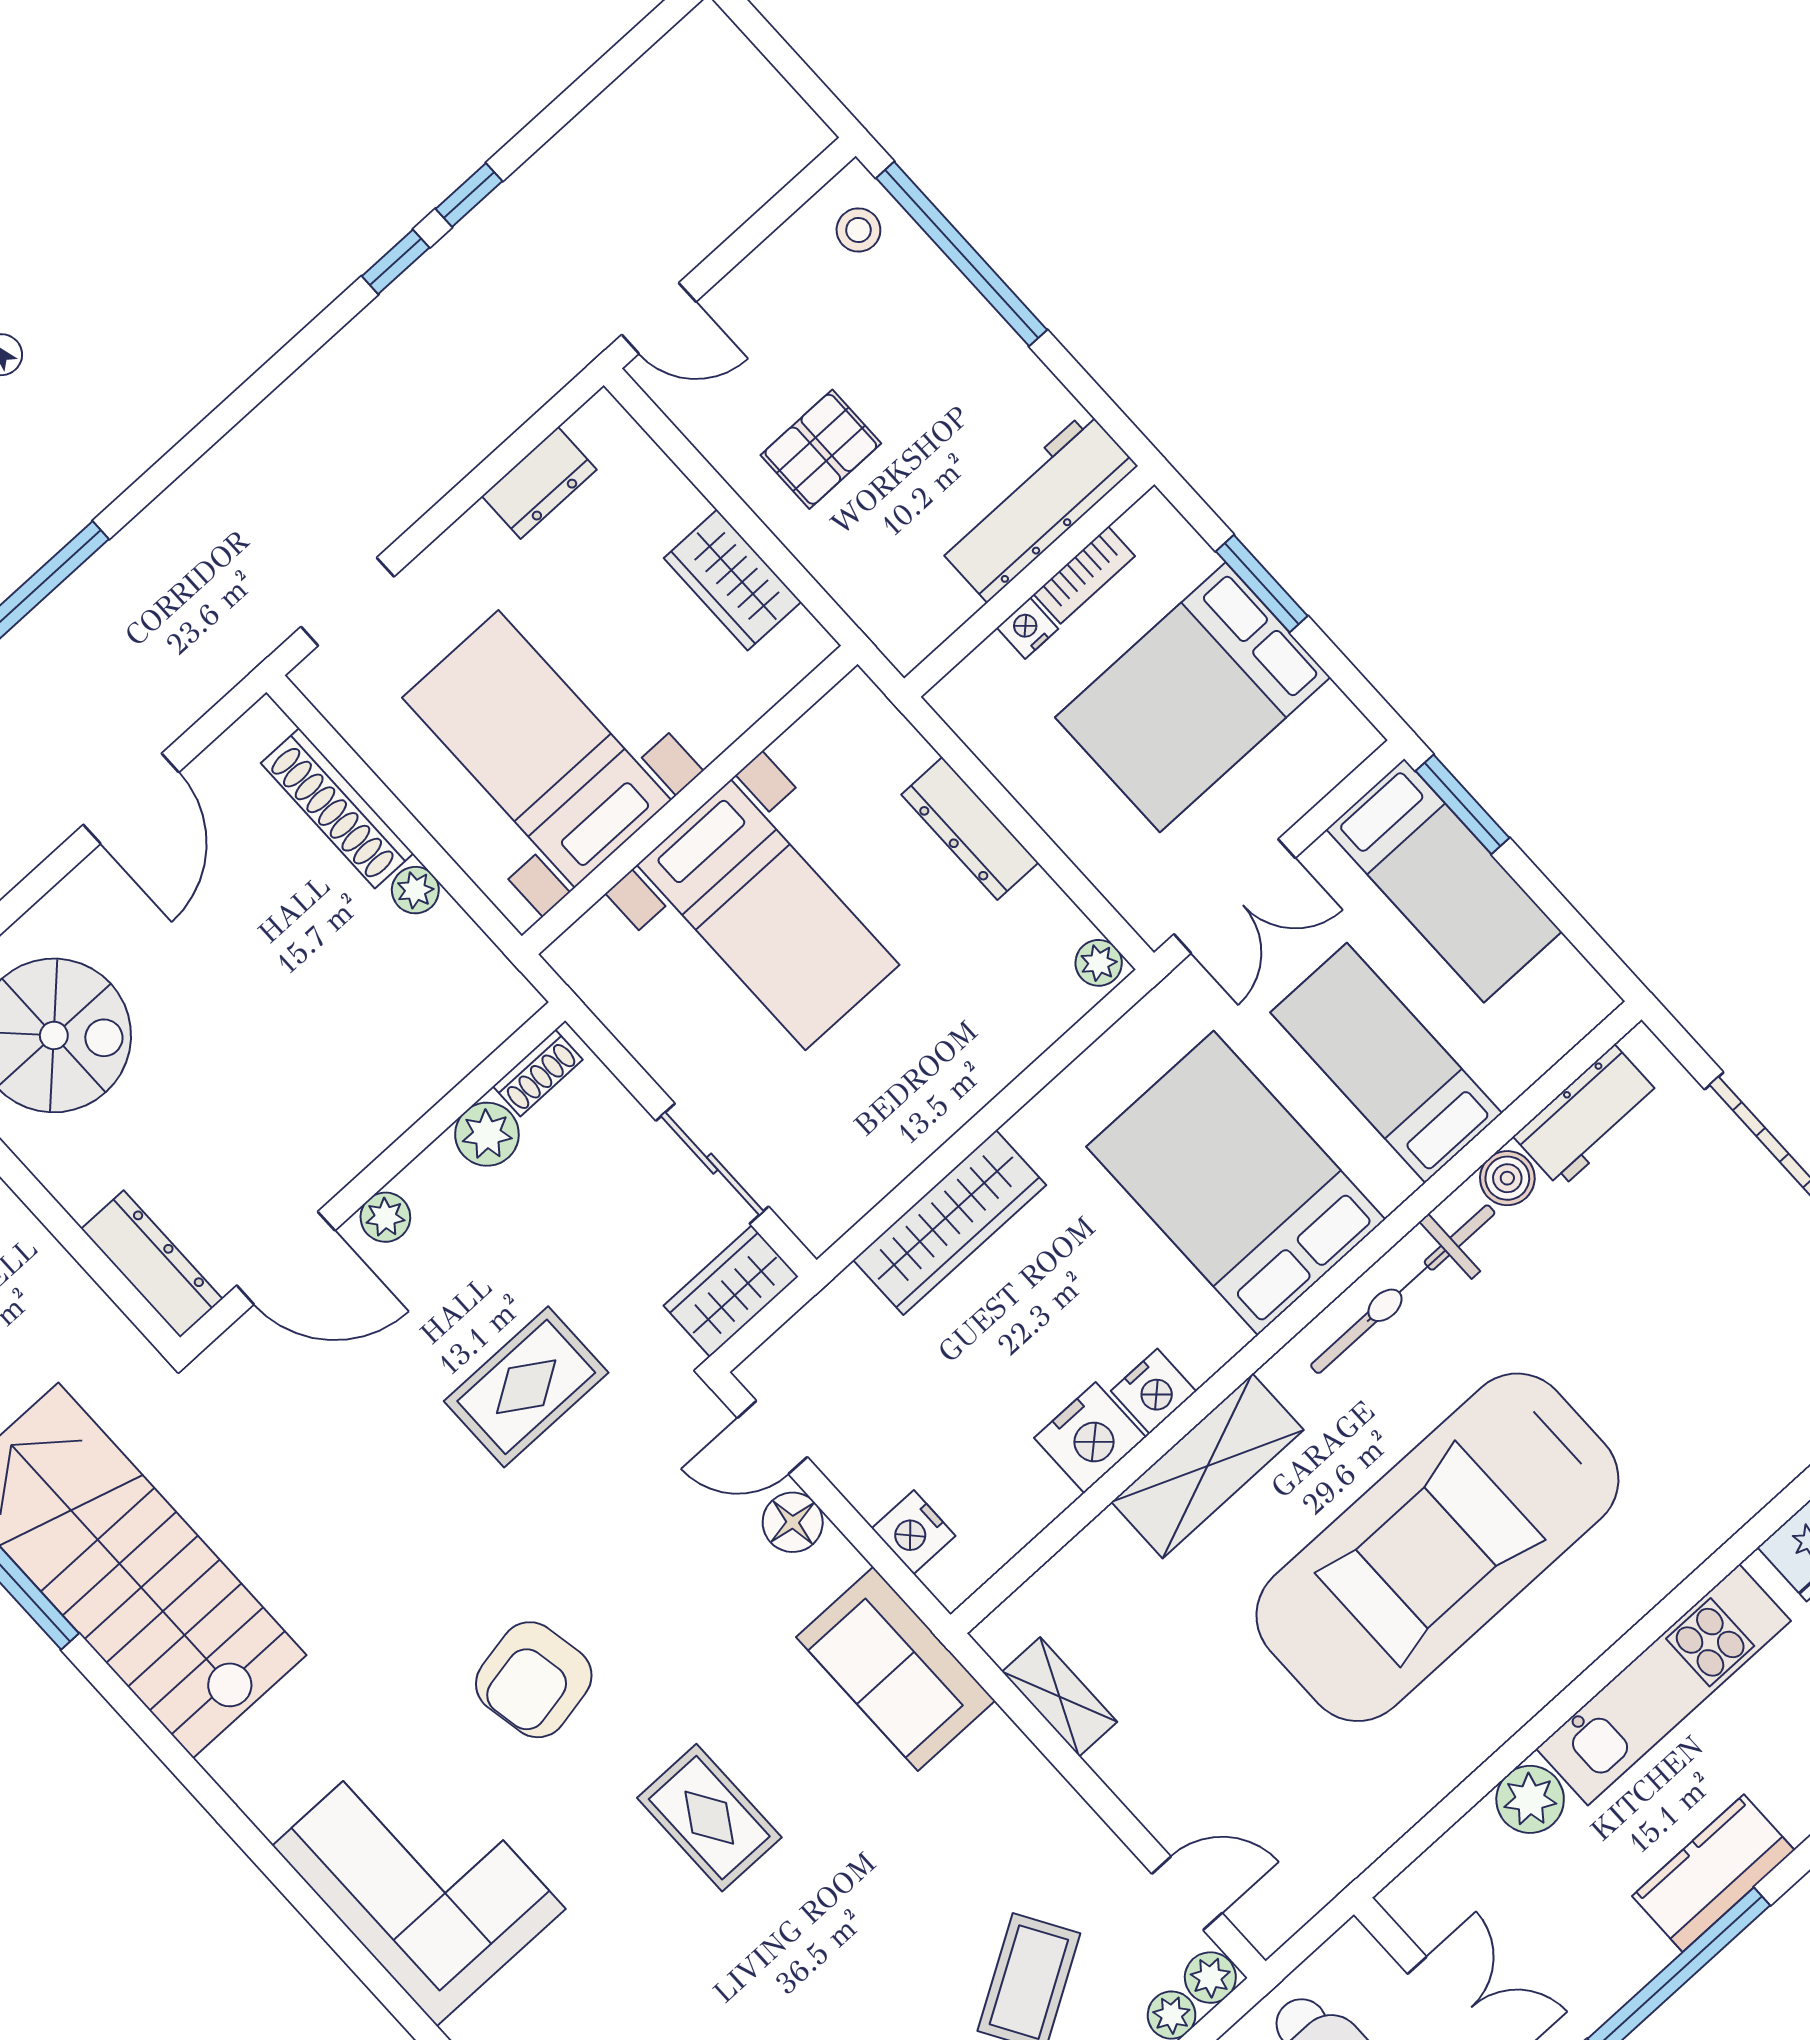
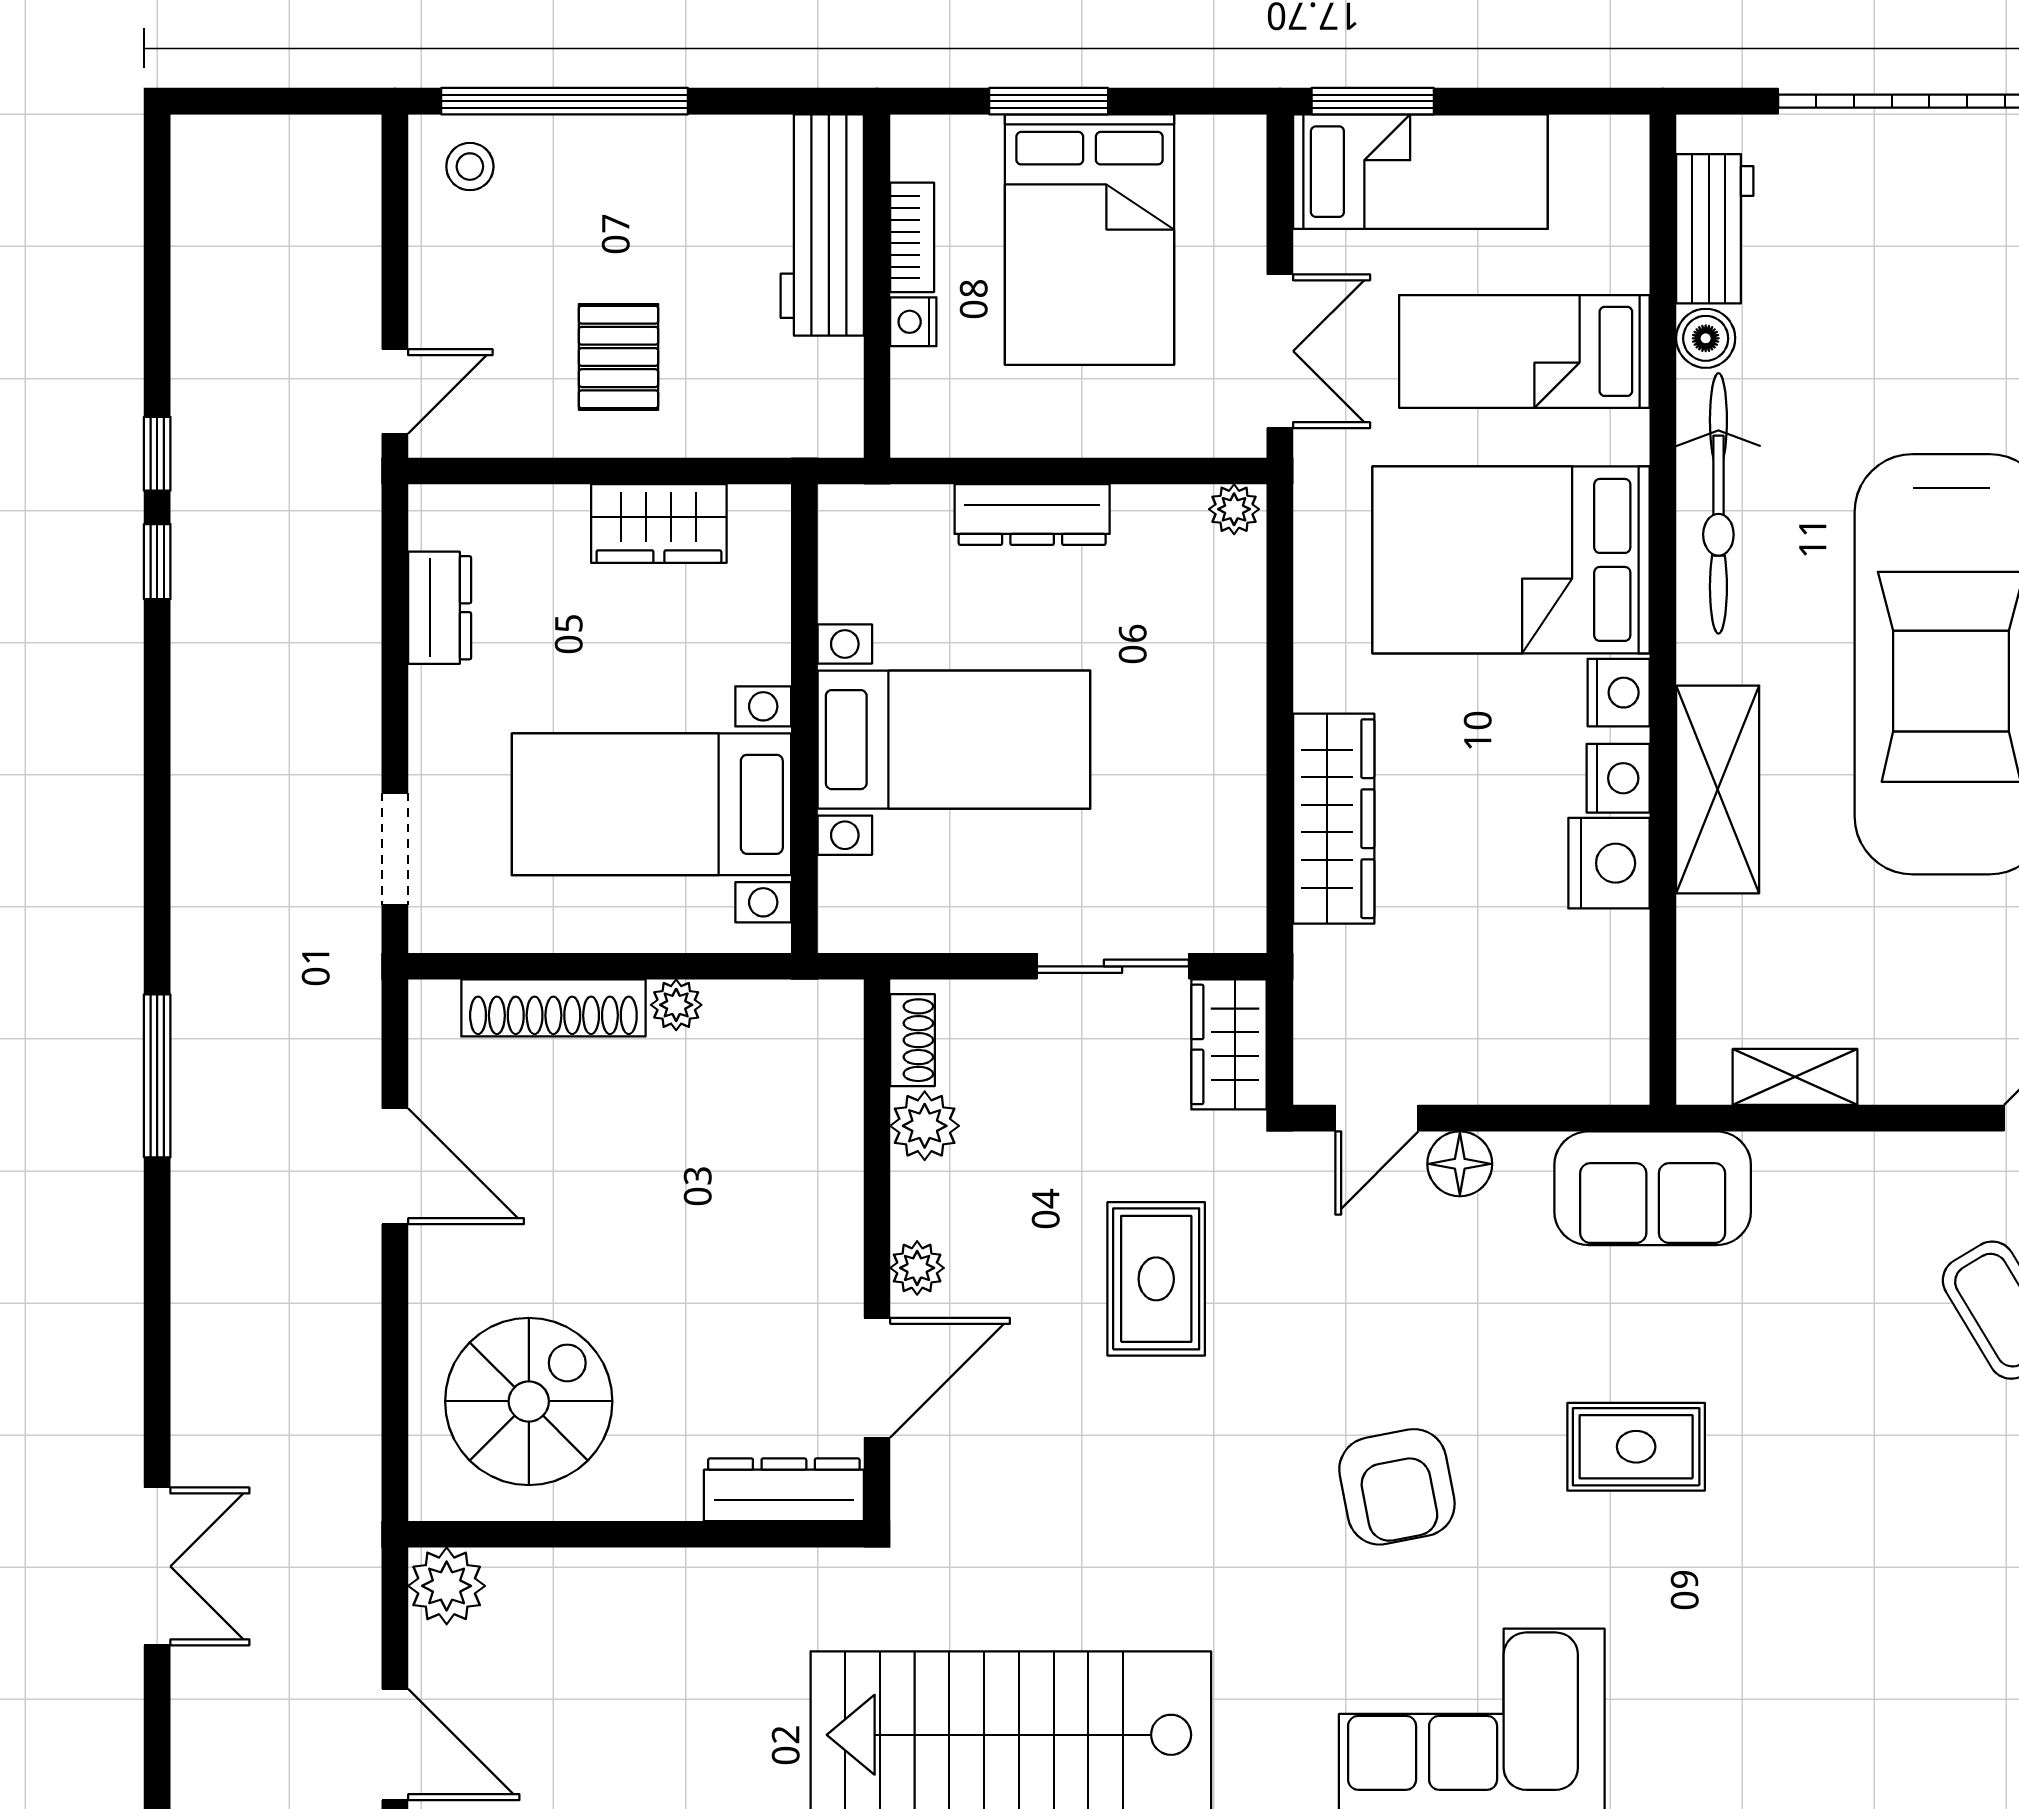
nightstand: (914, 1532) -> (1619, 693), moved, turned -90

